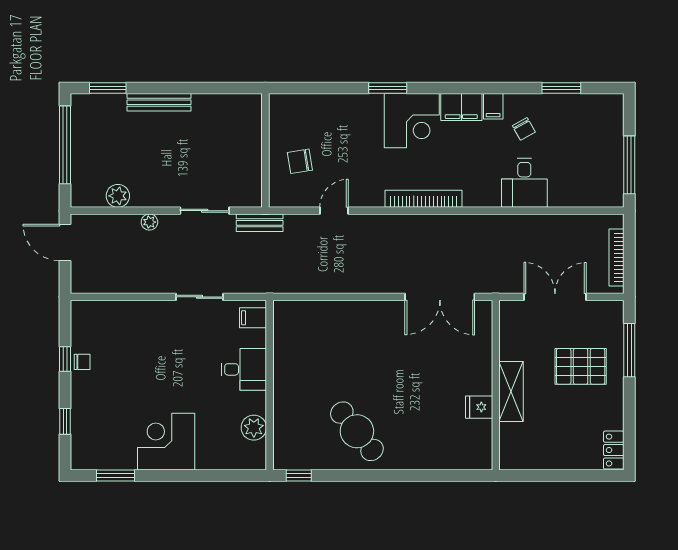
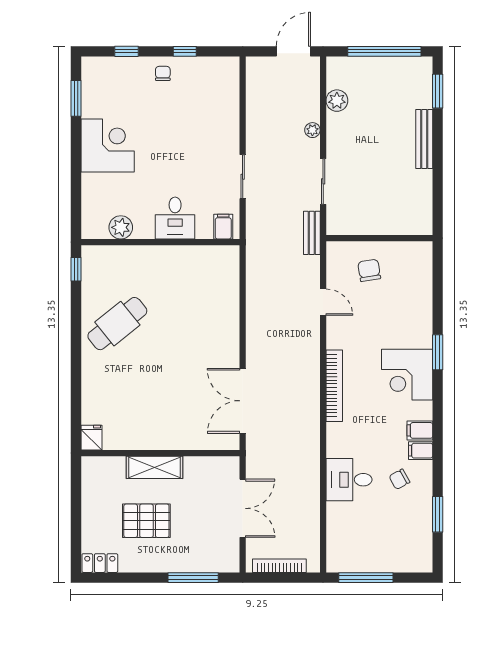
filing cabinet: (461, 107) -> (420, 430), width x0.50
chair: (82, 362) -> (163, 73), moved, turned 180
pallet: (581, 366) -> (146, 521), moved, turned 90
fridge: (479, 407) -> (91, 438), moved

